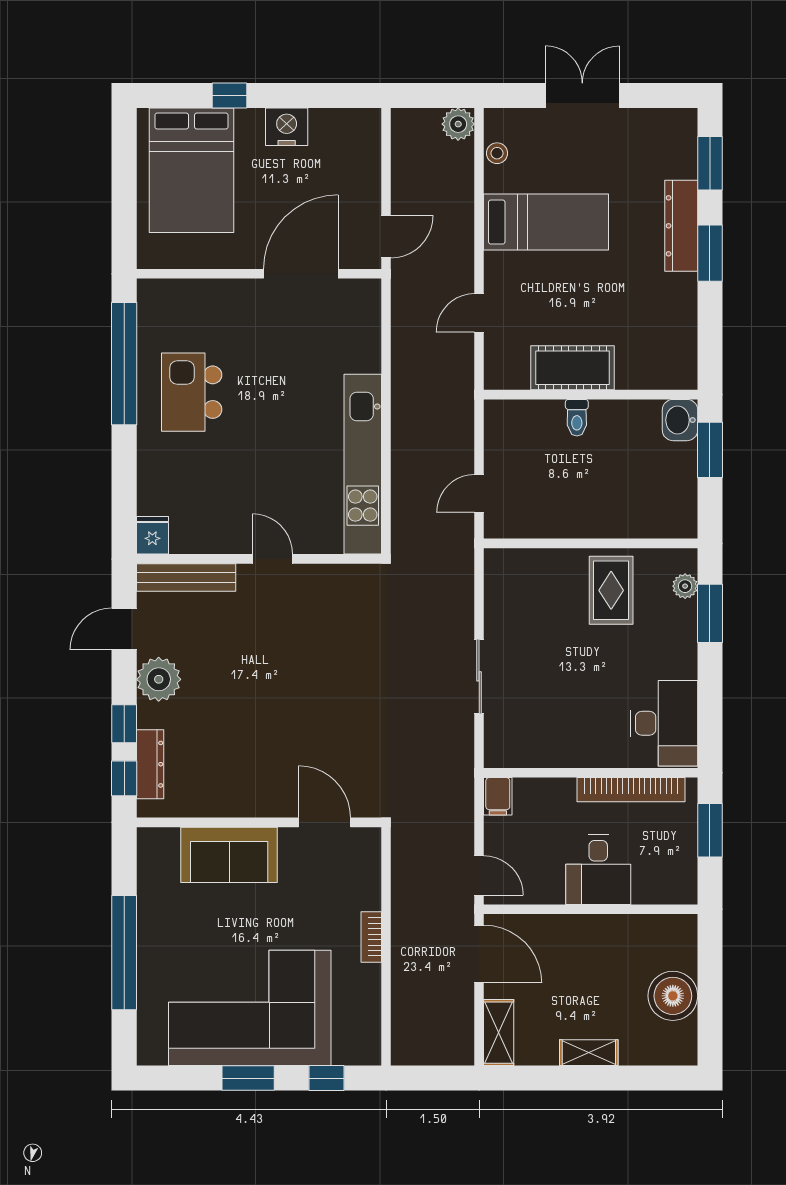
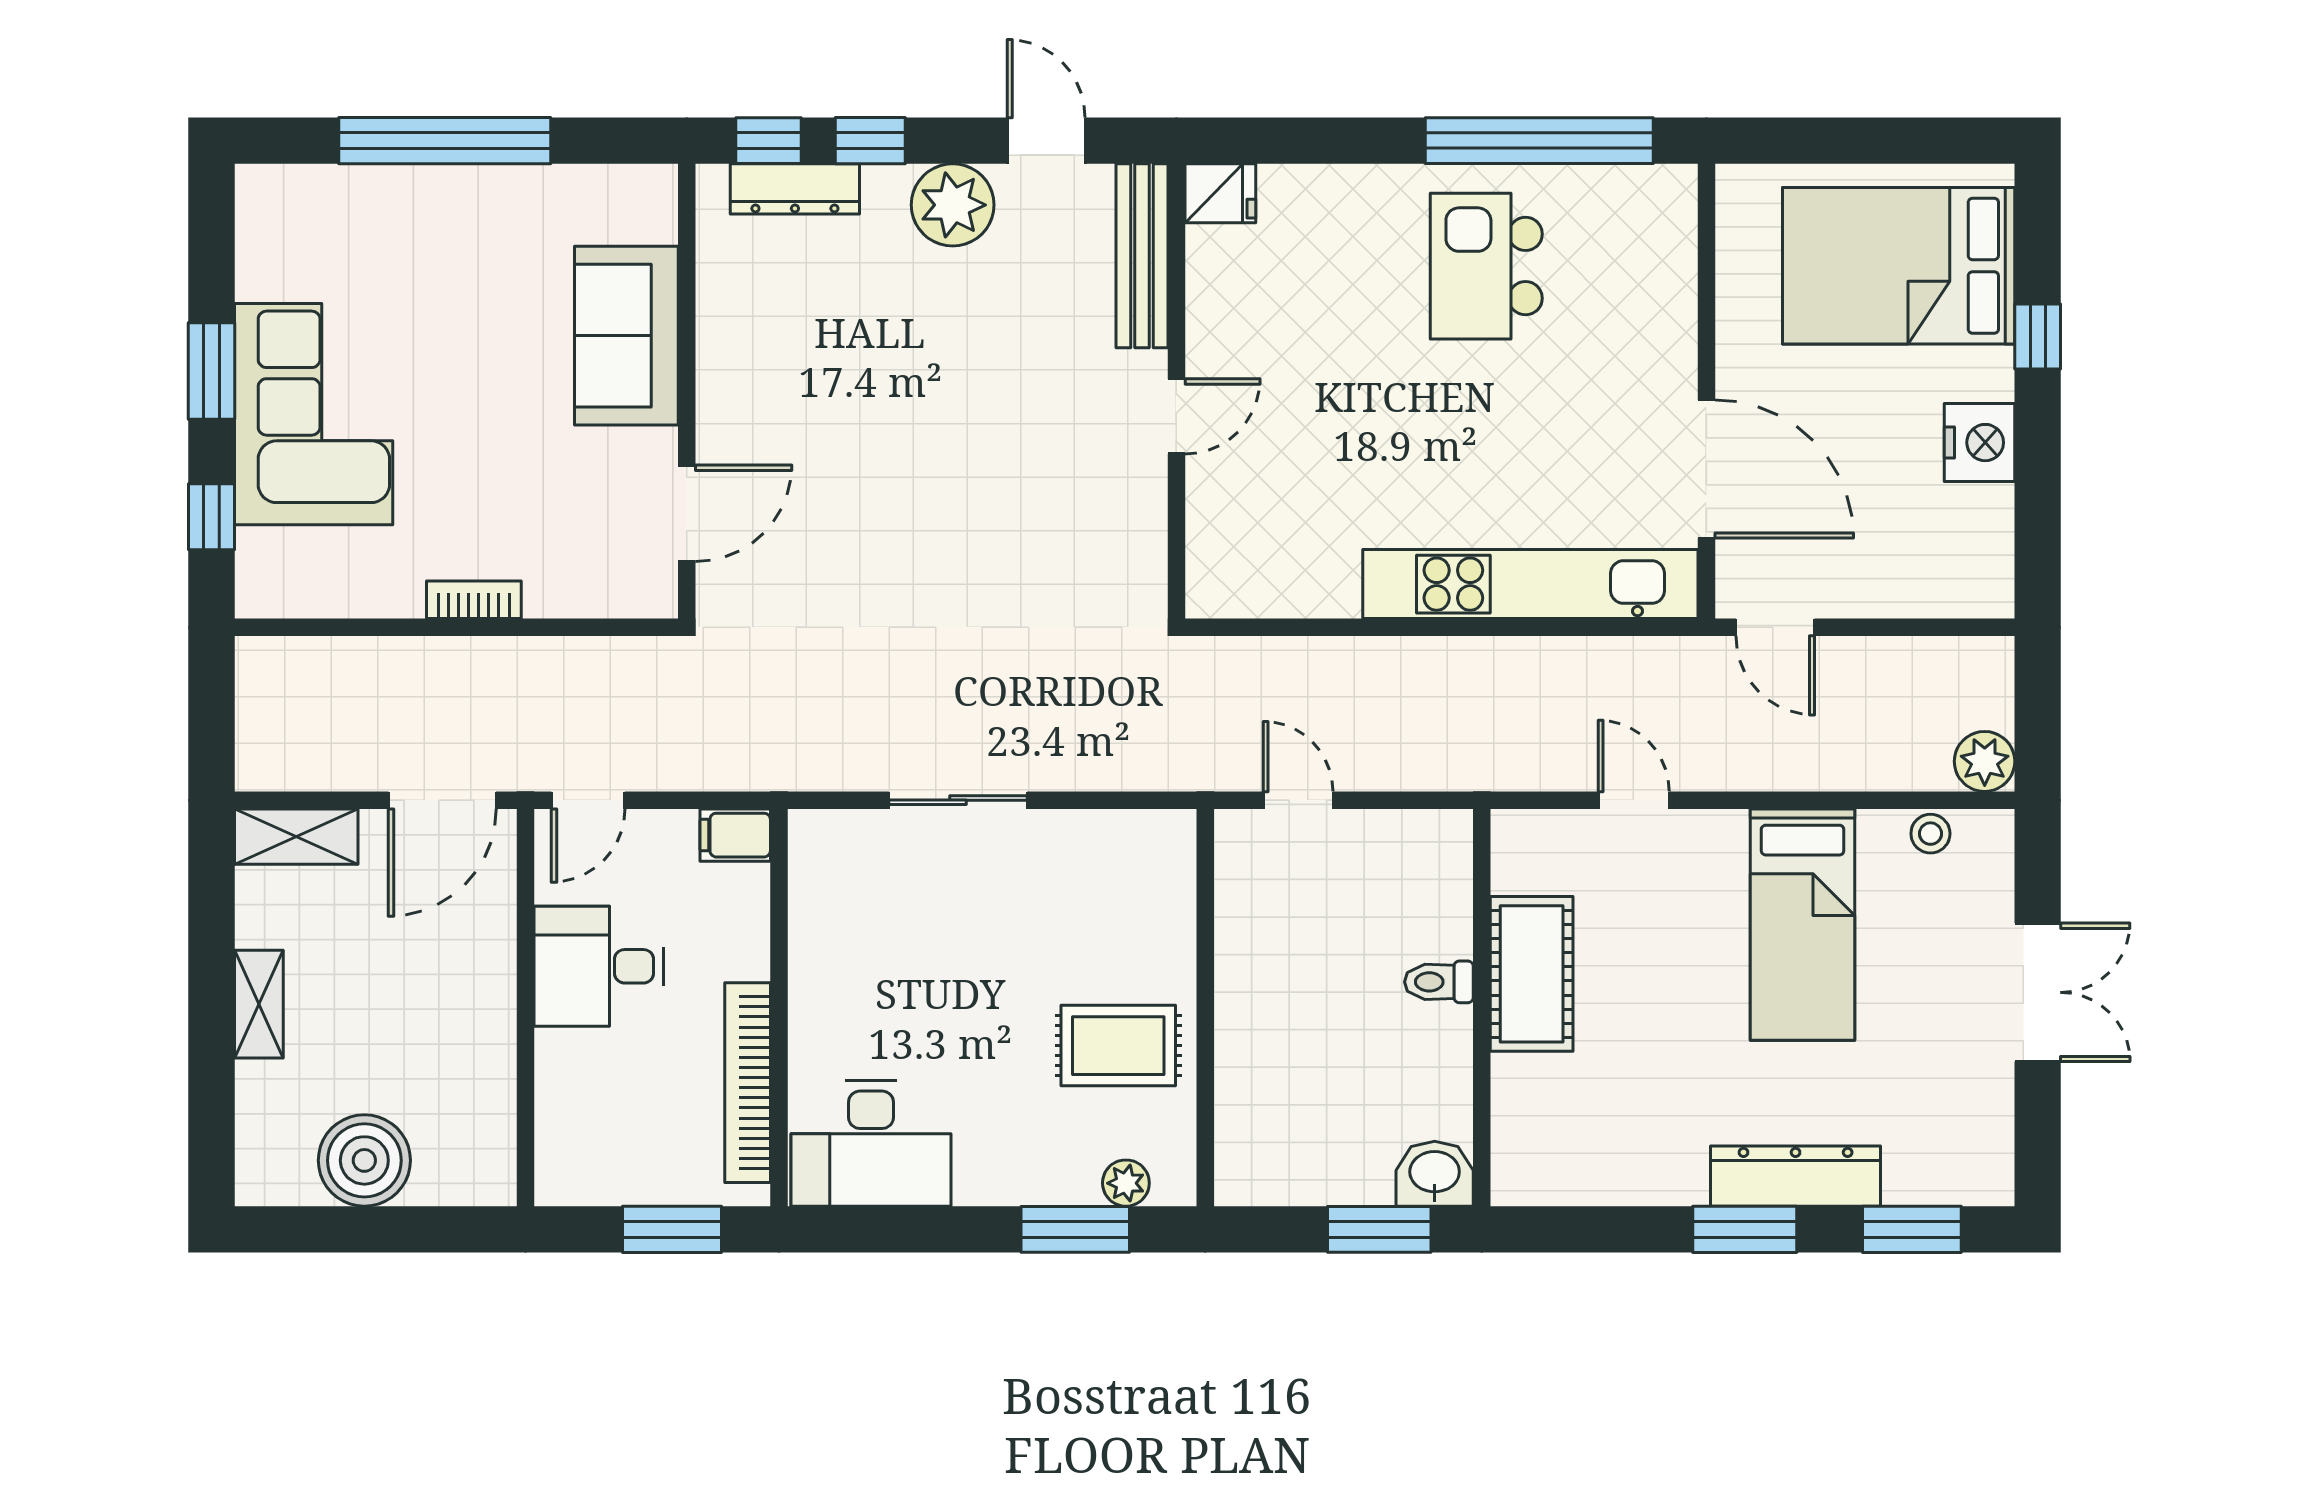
kitchen island: (192, 392) -> (1486, 266), turned -90
kitchen unit: (363, 464) -> (1530, 584), moved
desk: (598, 870) -> (599, 966), moved
corner sofa: (250, 1008) -> (314, 414), width x0.73, depth x0.74

